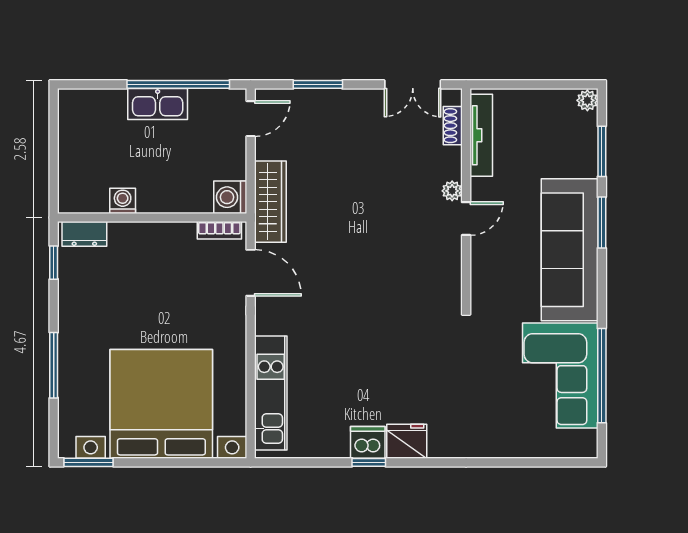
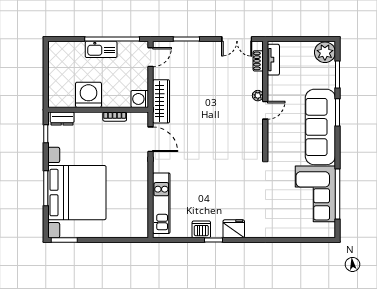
plant: (587, 100) -> (325, 52), width x1.88, depth x1.88
tv unit: (481, 135) -> (273, 60), width x0.71
washing machine: (123, 201) -> (88, 95), width x1.89, depth x1.89
bookcase: (219, 230) -> (115, 117), moved
bed with nightstands: (161, 404) -> (77, 193), moved, turned 90
dishwasher: (368, 442) -> (201, 229), moved

